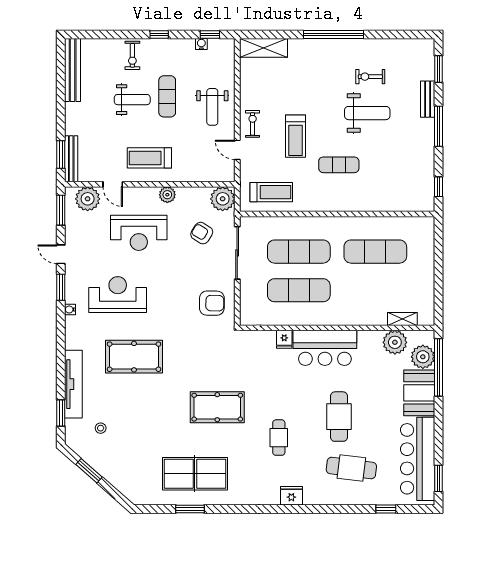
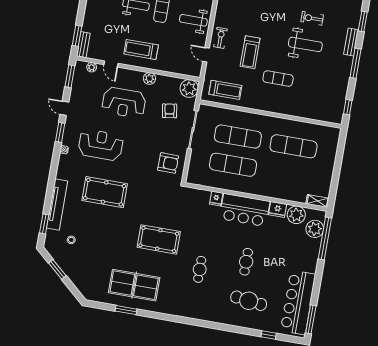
weight bench: (212, 107) -> (193, 20), turned 90
bench: (71, 159) -> (83, 45), width x0.73
plant: (88, 199) -> (92, 67), width x0.53, depth x0.53
armchair: (202, 233) -> (170, 111), turned 49
shelving: (402, 319) -> (317, 201), moved
booth: (419, 393) -> (308, 255), removed
cafe table: (339, 417) -> (246, 262), width x0.73, depth x0.74
window: (439, 478) -> (311, 319), width x1.44
fridge: (291, 496) -> (278, 209), moved, turned 180

